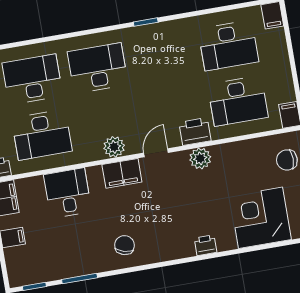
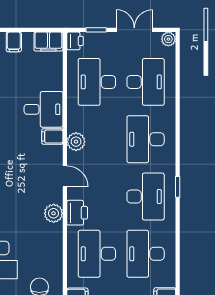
desk: (163, 57) -> (146, 196), added
desk: (98, 68) -> (146, 139), turned 180
filing cabinet: (122, 173) -> (52, 136), width x0.50
desk: (68, 193) -> (44, 109), moved

